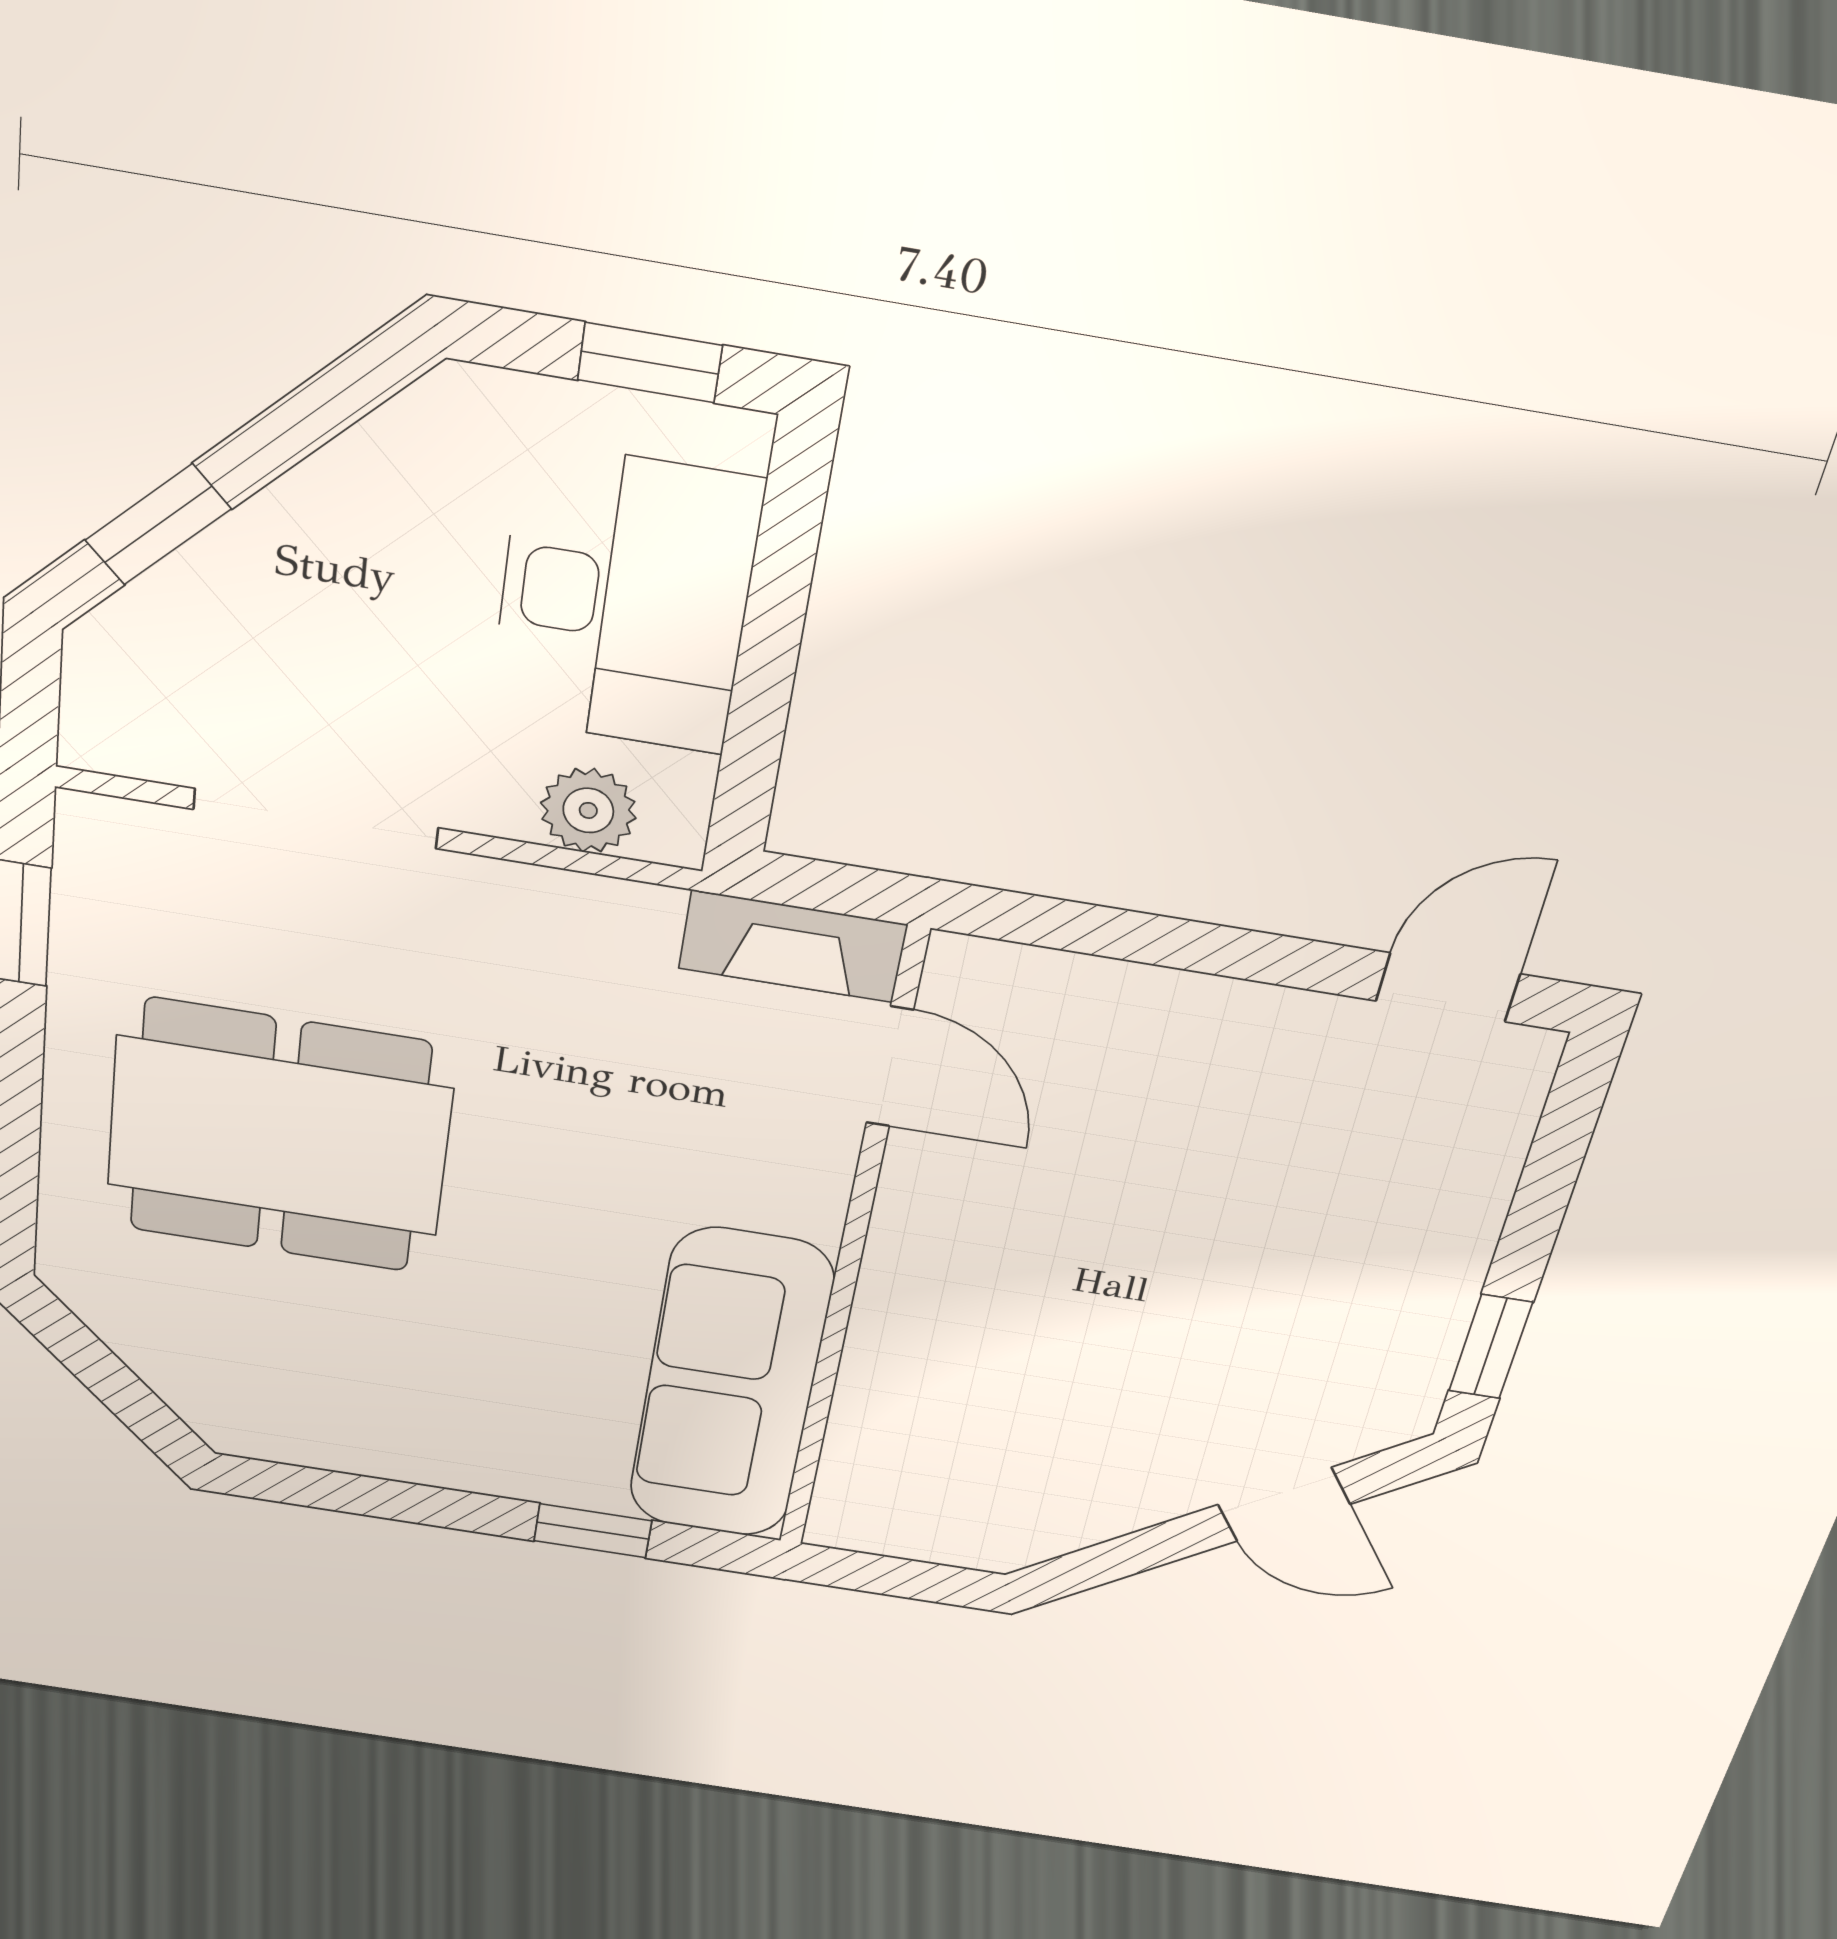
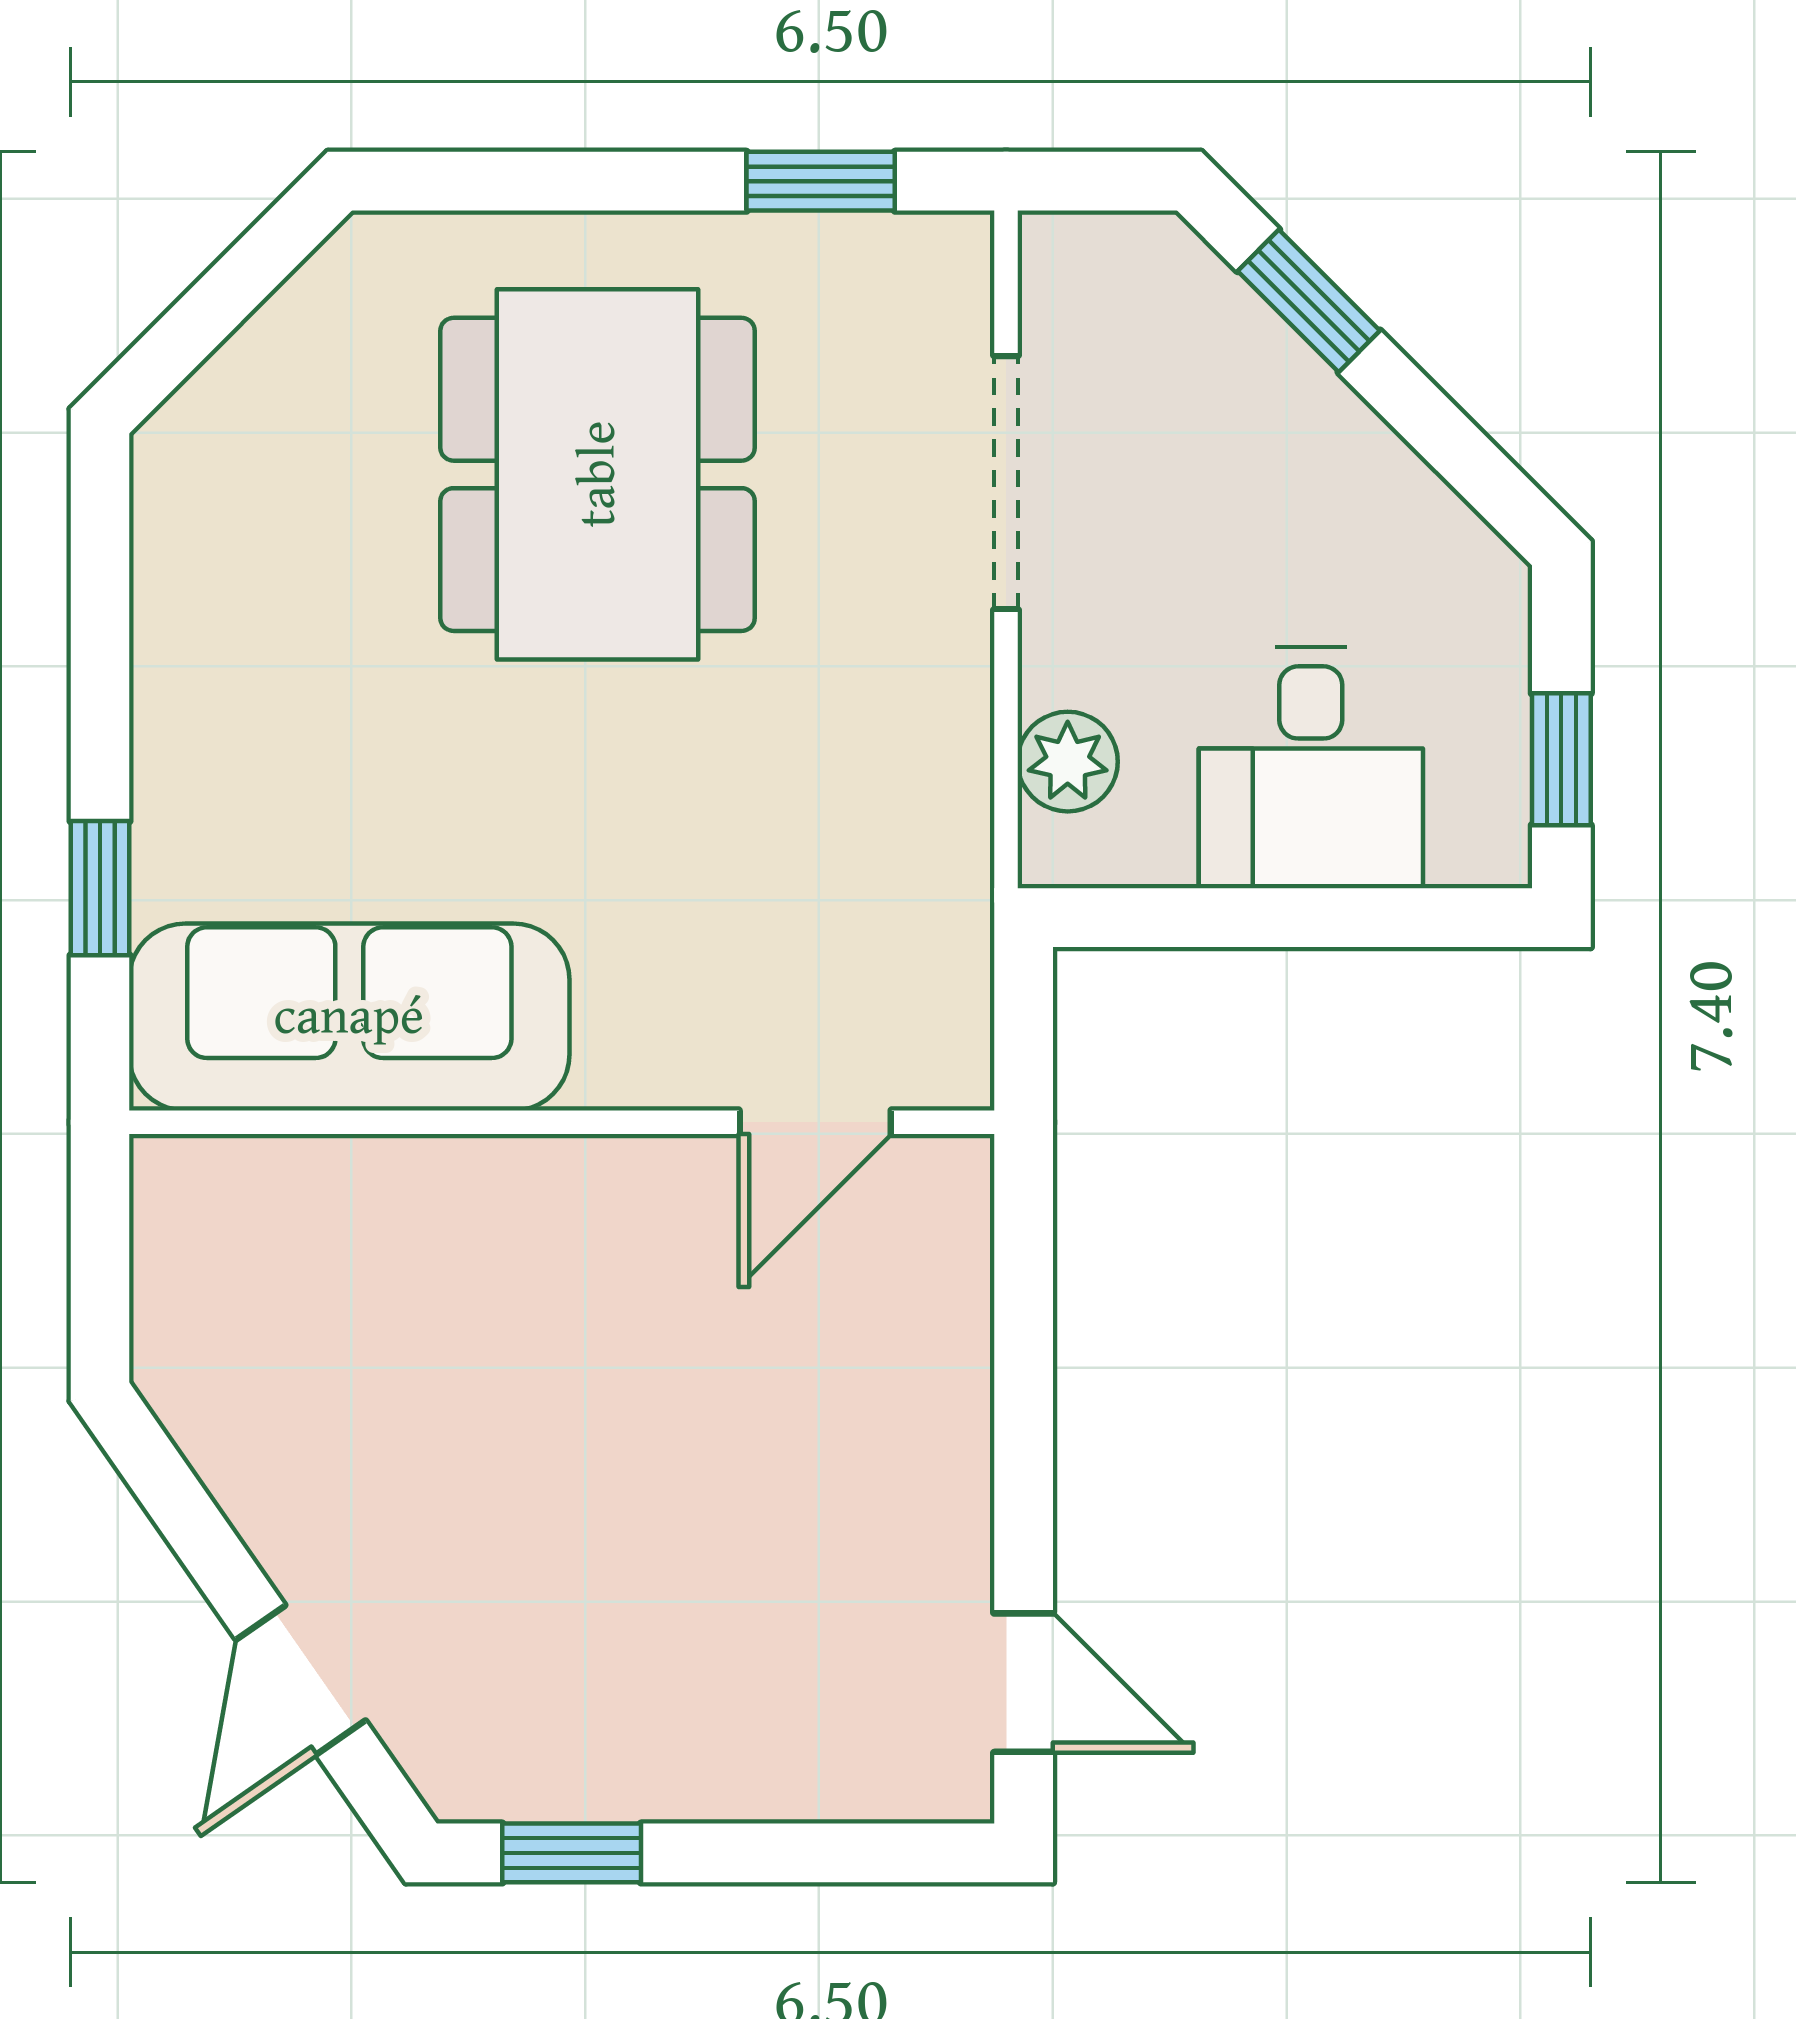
desk: (625, 600) -> (1311, 768), width x0.73
fireplace: (793, 946) -> (945, 995), removed

